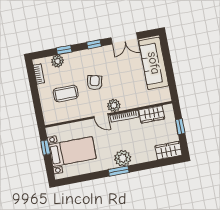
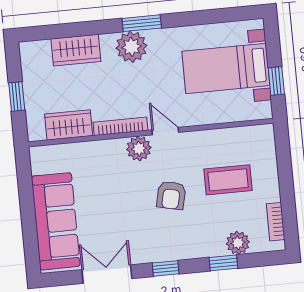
wardrobe: (169, 150) -> (76, 50), moved

